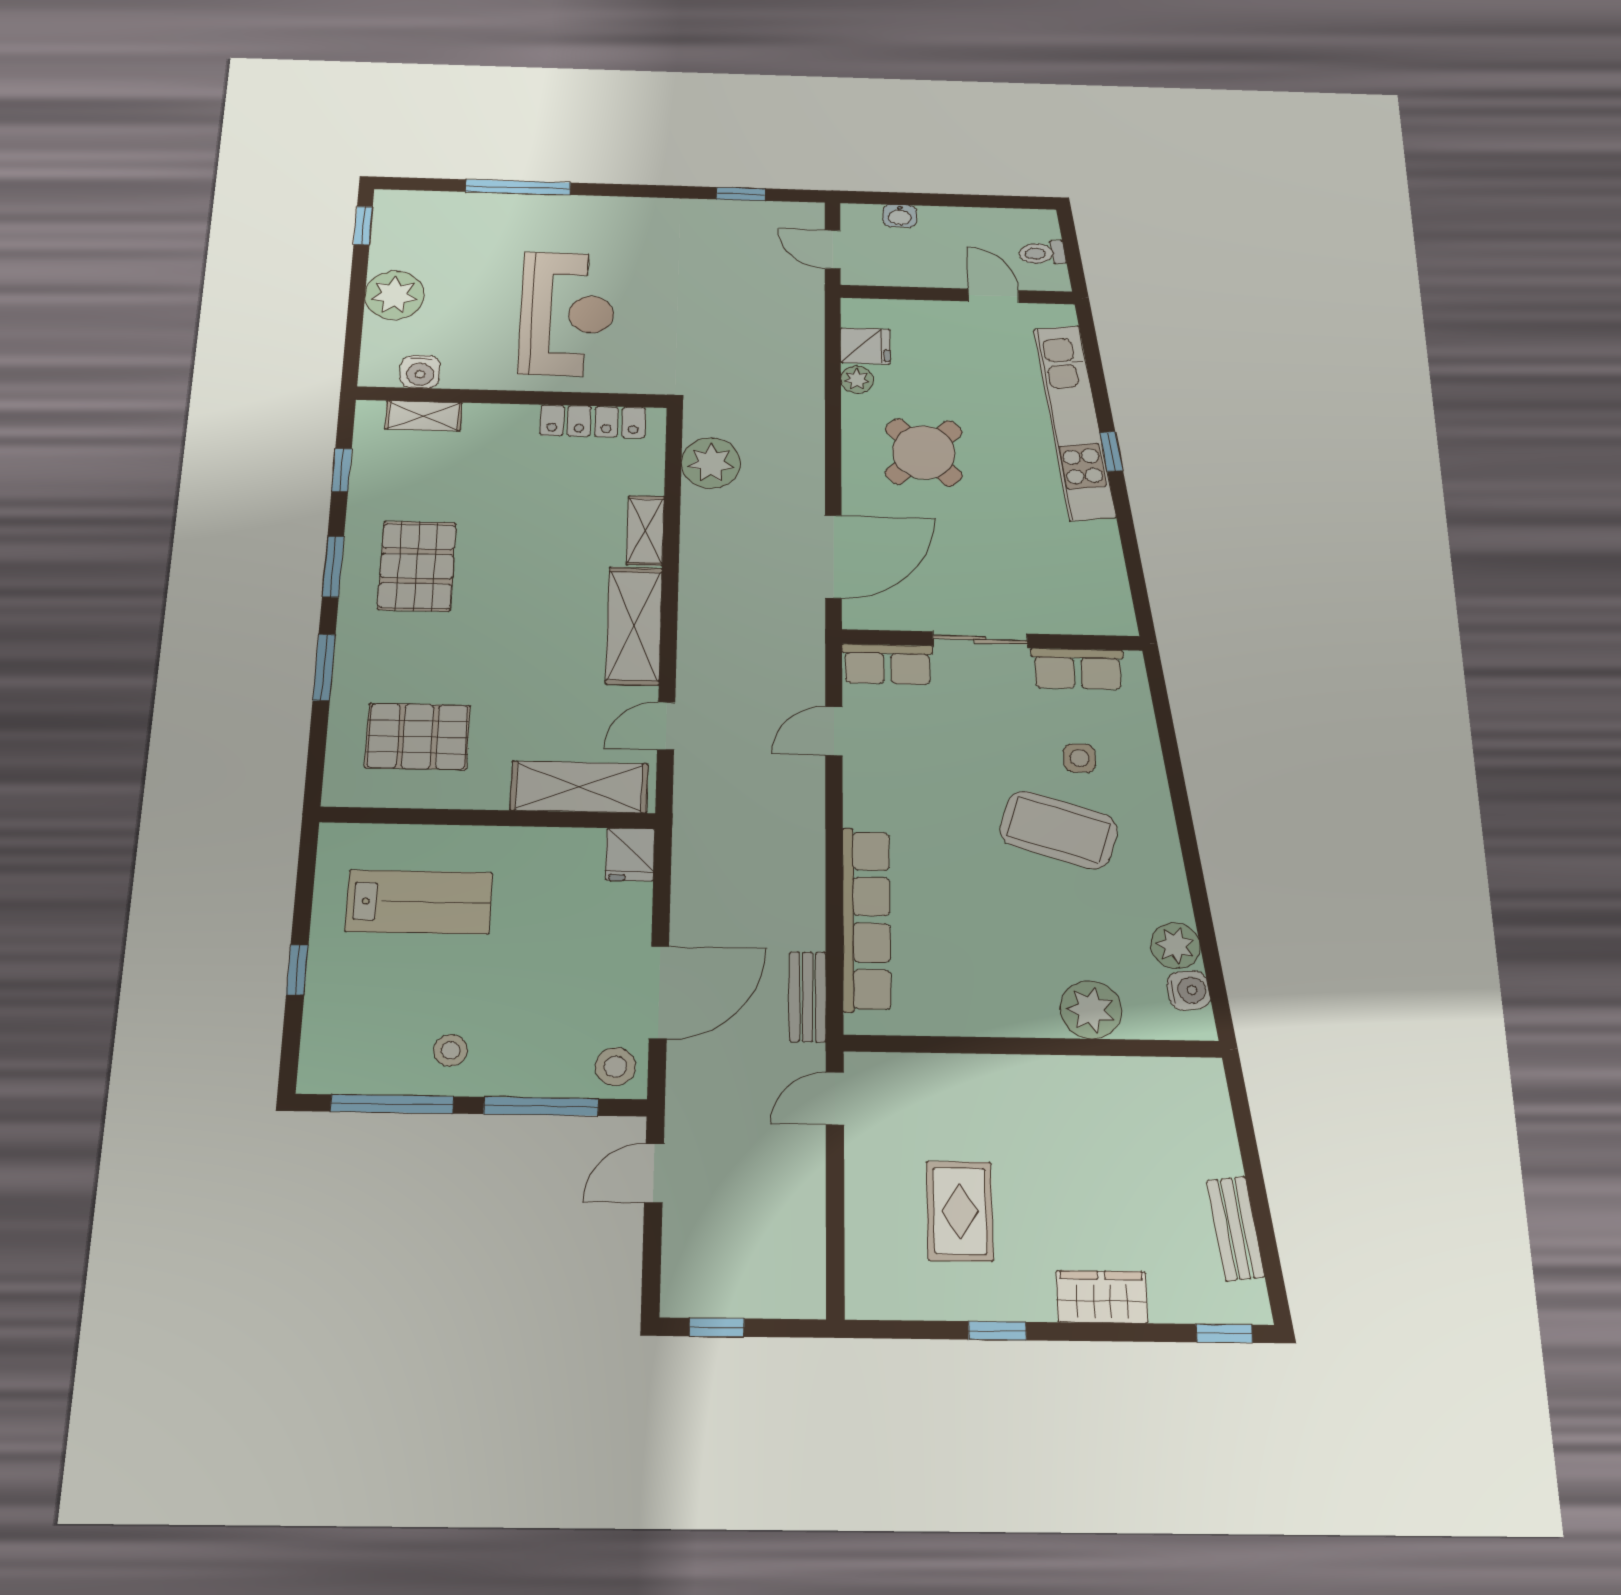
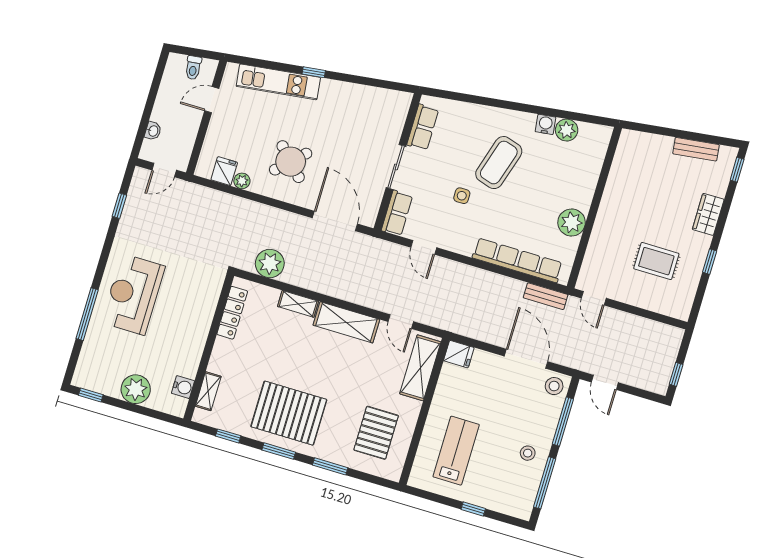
reception desk: (567, 314) -> (133, 294), moved, turned -90
kitchen unit: (1074, 422) -> (278, 82), width x0.73
pallet: (417, 566) -> (289, 413), width x1.37, depth x1.41
side table: (1079, 758) -> (462, 196), moved
water cooler: (1189, 990) -> (546, 124), moved
plant: (1091, 1010) -> (572, 222), moved

